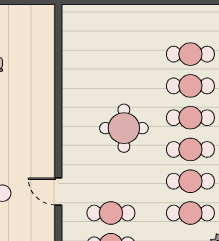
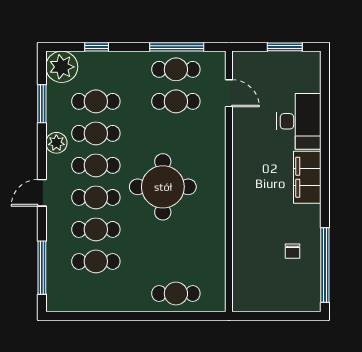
cafe table: (111, 22) -> (176, 293), added
round table: (124, 128) -> (163, 187), width x1.36, depth x1.36
door: (58, 191) -> (229, 93), moved

